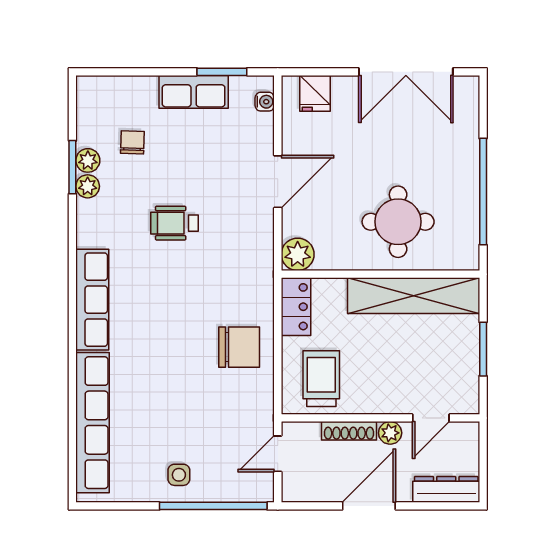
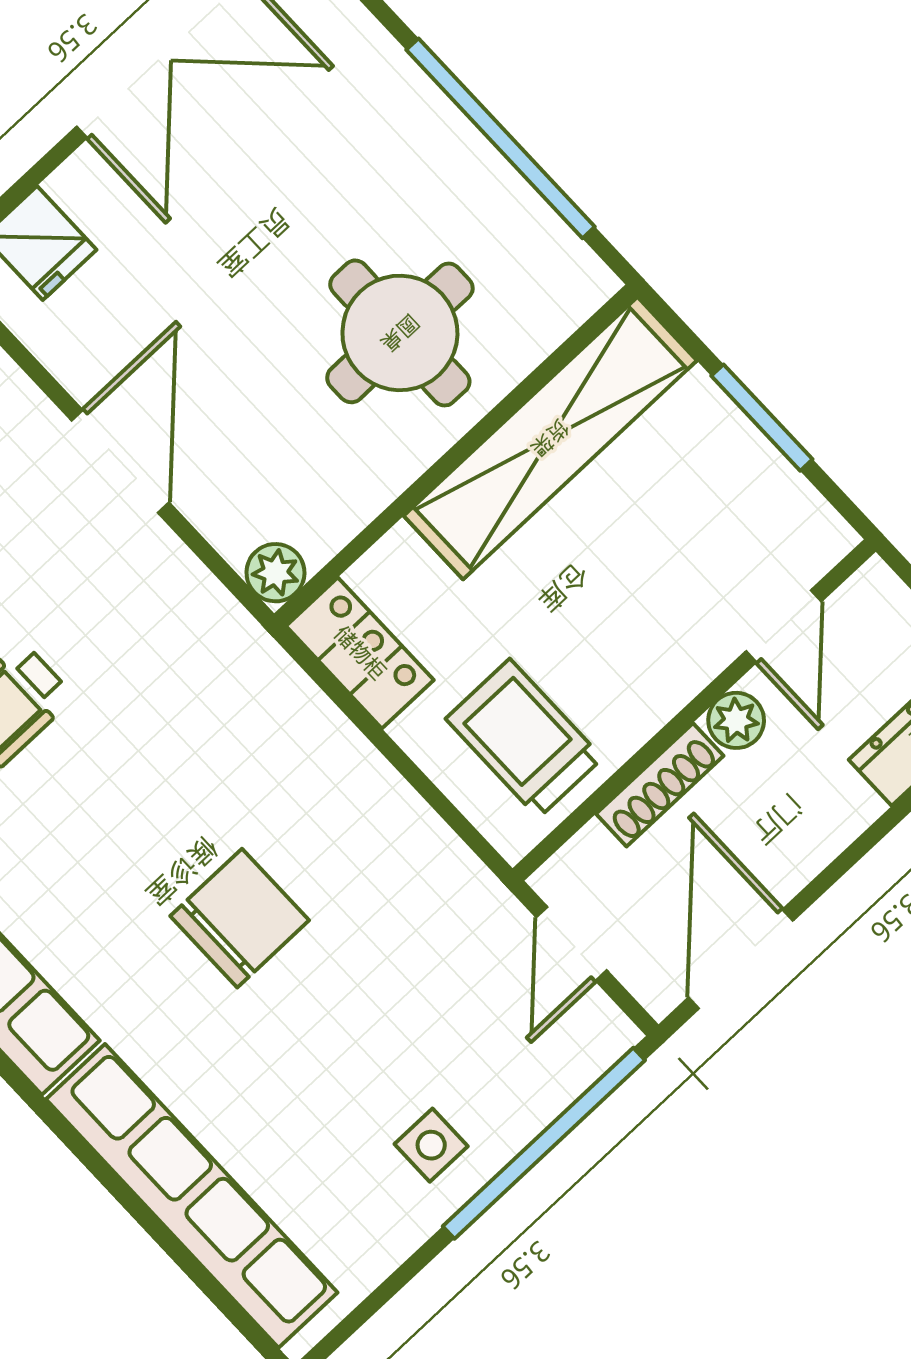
plant: (298, 254) -> (275, 573), width x0.73, depth x0.73
chair: (239, 347) -> (240, 918), moved
door: (369, 506) -> (741, 959), moved

